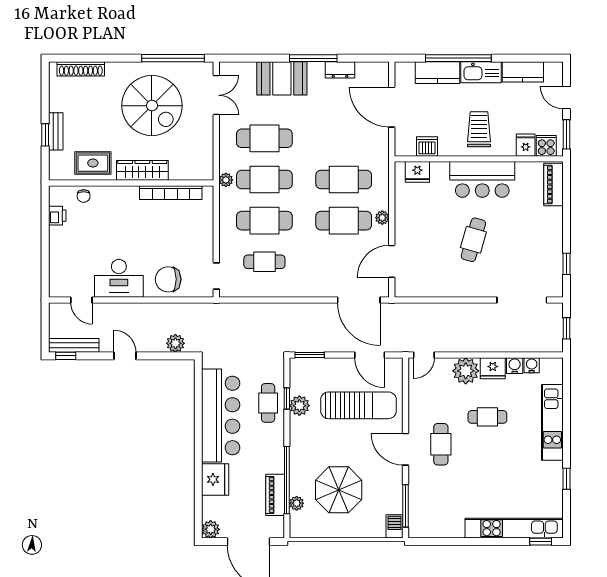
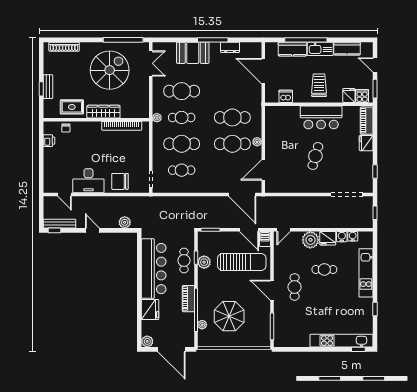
spiral stairs: (152, 106) -> (110, 70), turned -90
fridge: (417, 172) -> (366, 143), moved, turned 90
cafe table: (264, 179) -> (182, 117), width x0.73, depth x0.74
piano: (275, 495) -> (188, 299), moved
barbecue: (395, 526) -> (265, 239), moved

